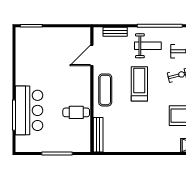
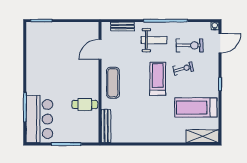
treadmill: (139, 84) -> (158, 79), moved
bar counter: (29, 110) -> (39, 119), moved

